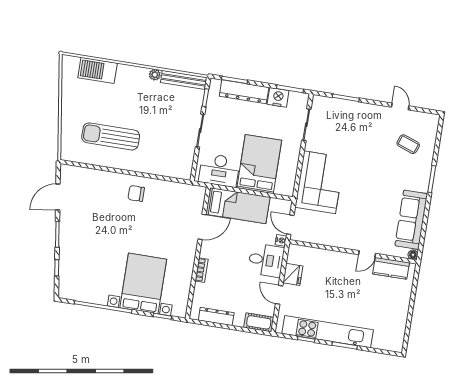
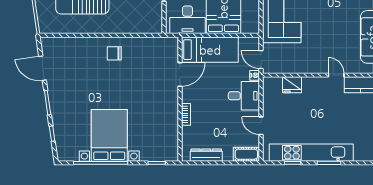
door: (58, 197) -> (43, 68), hinge flipped
door: (367, 254) -> (336, 75), swing flipped
fridge: (293, 274) -> (292, 85), moved, turned 90
bed with nightstands: (143, 283) -> (109, 135), moved

